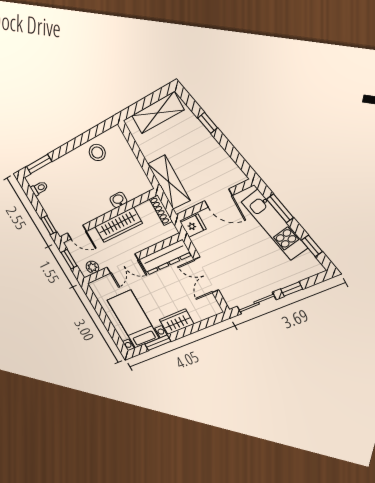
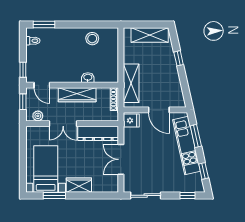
window: (292, 289) -> (187, 195), moved

